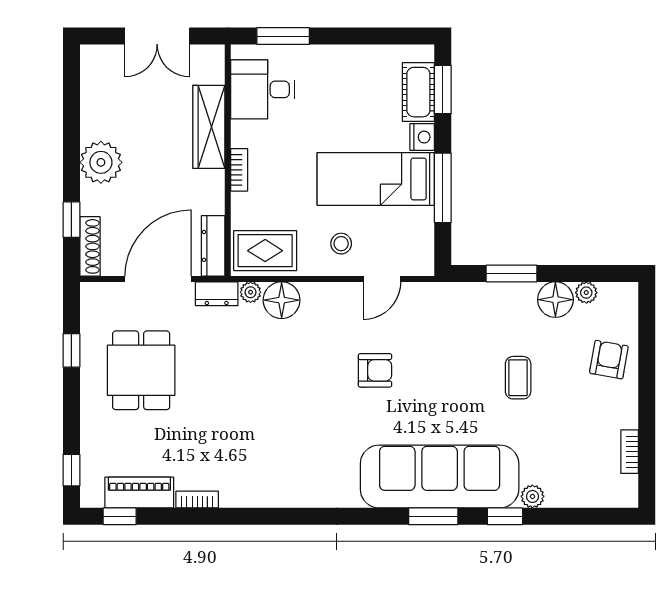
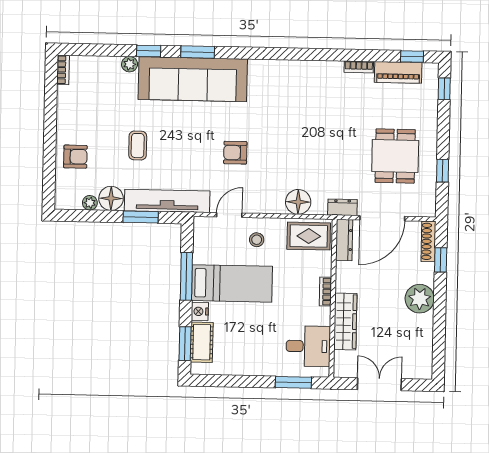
plant: (251, 292) -> (319, 208), removed
tv unit: (473, 298) -> (167, 201), added
armchair: (609, 360) -> (75, 157), turned -100
bookcase: (630, 452) -> (63, 70), moved

